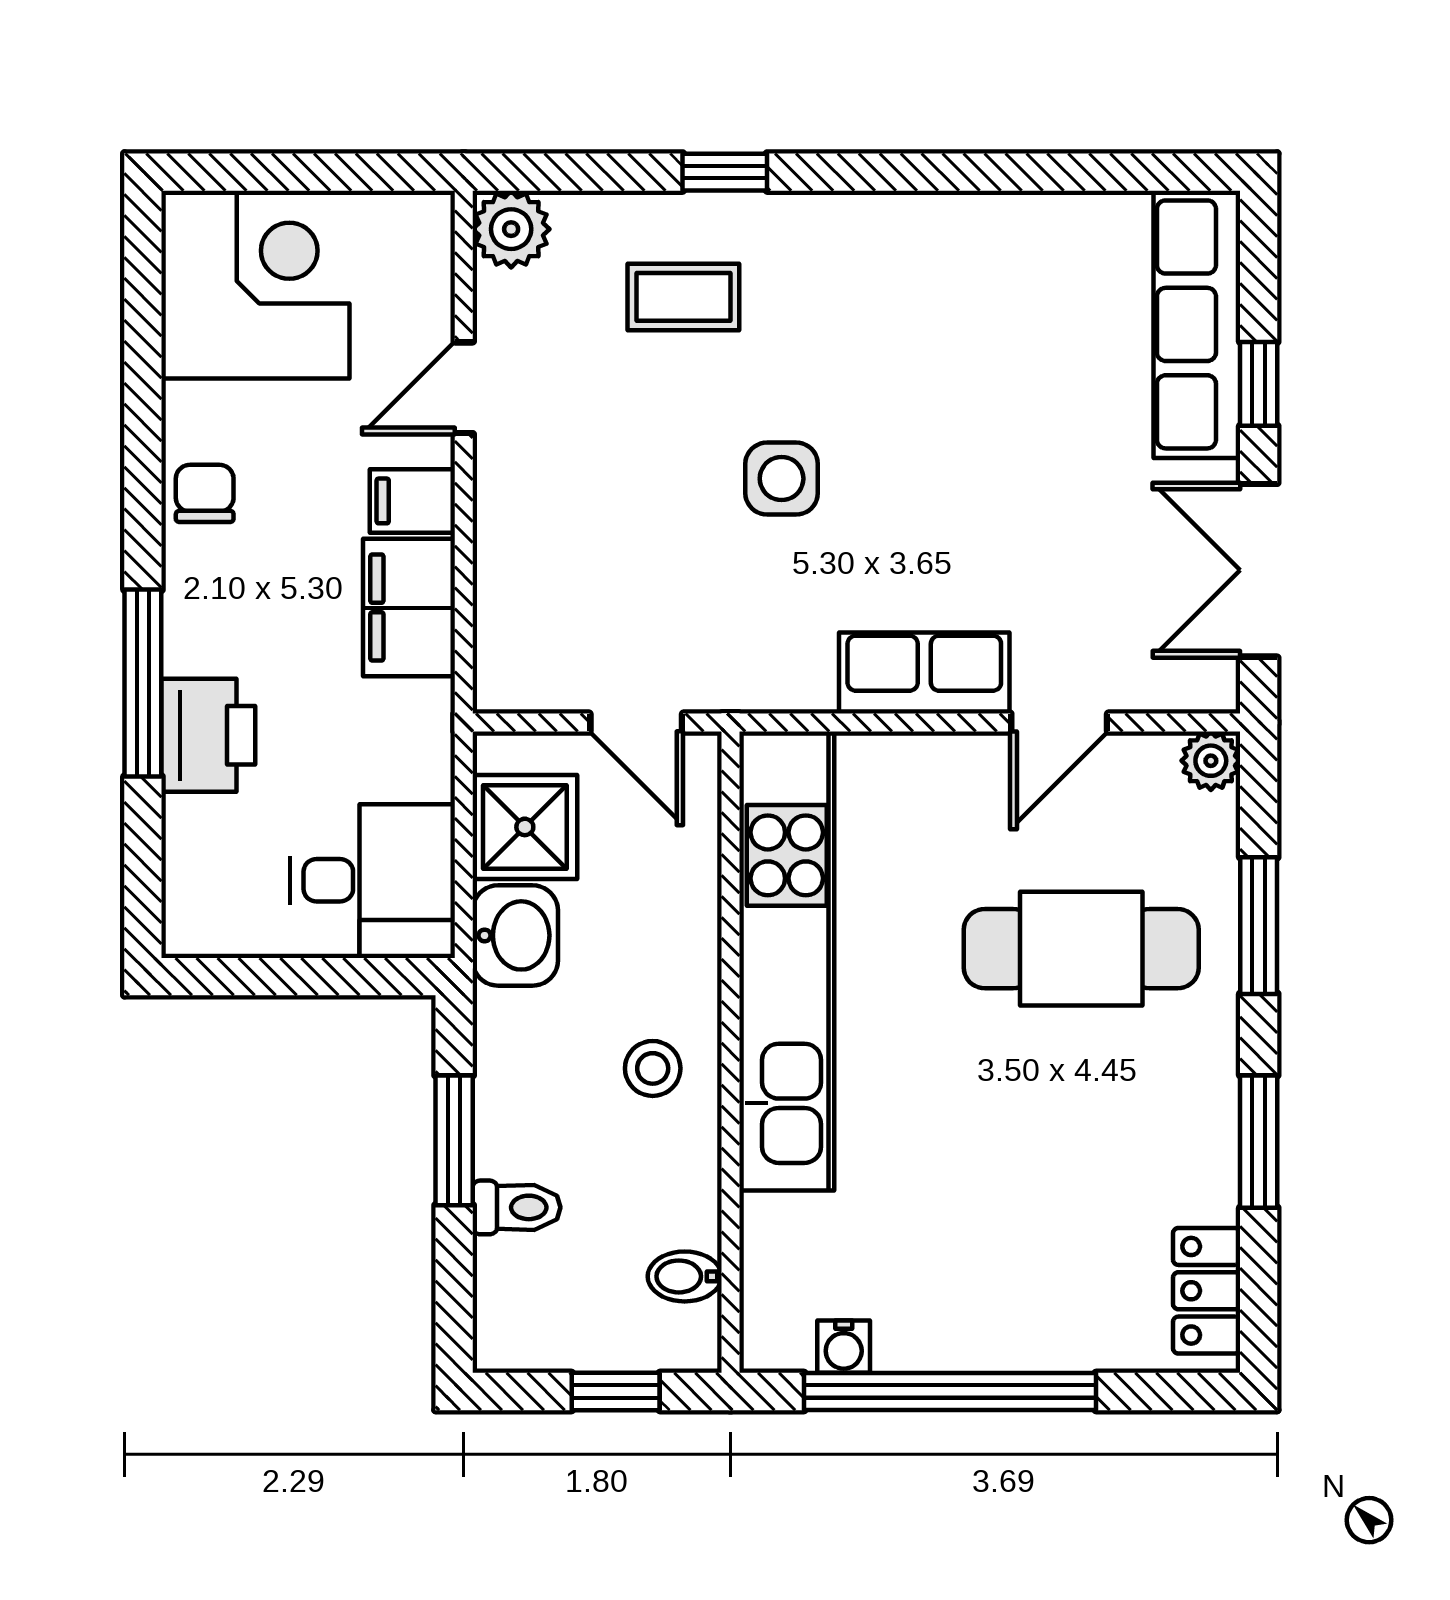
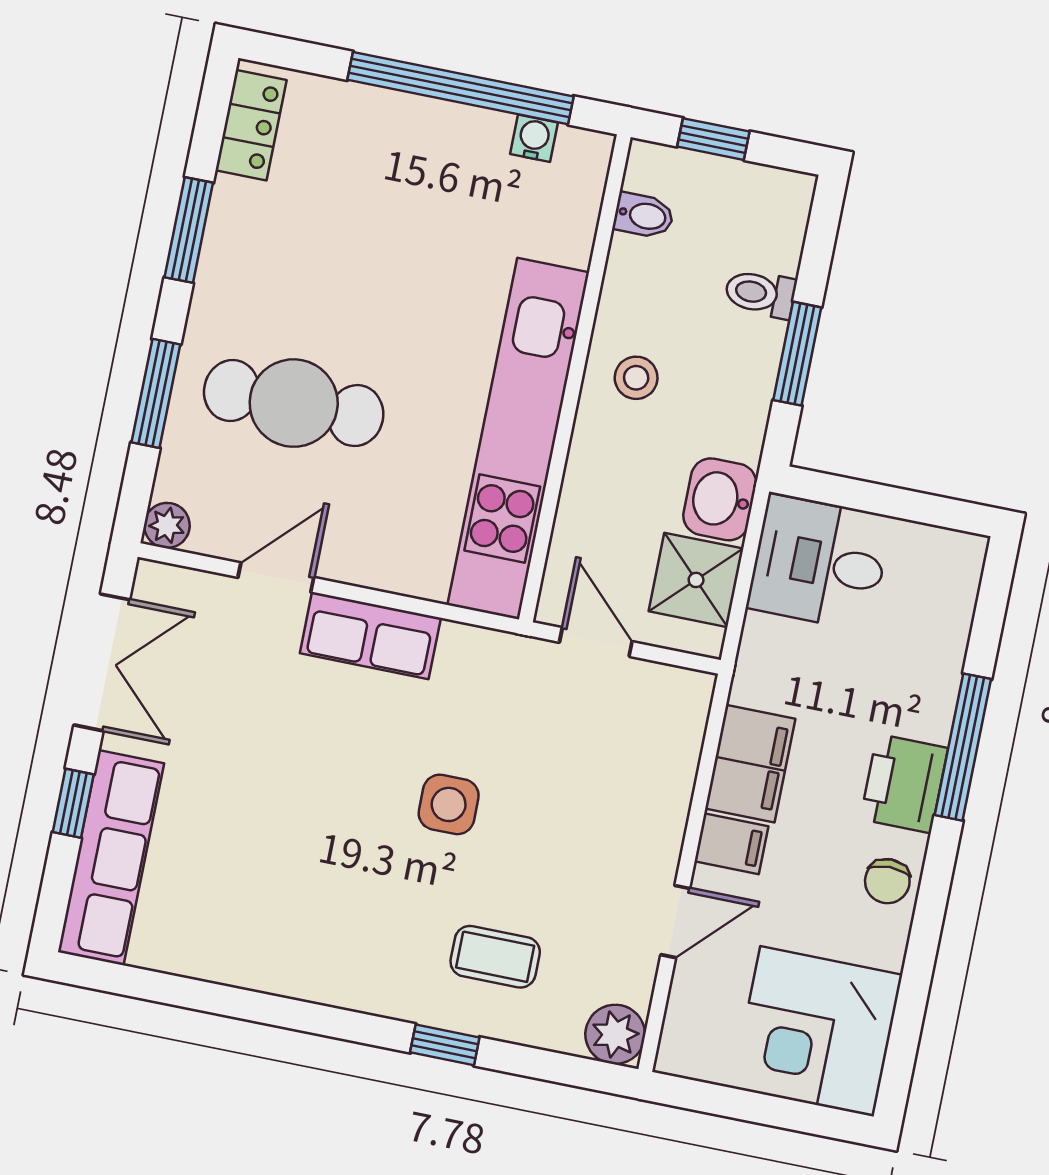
printer: (208, 735) -> (904, 784), moved

